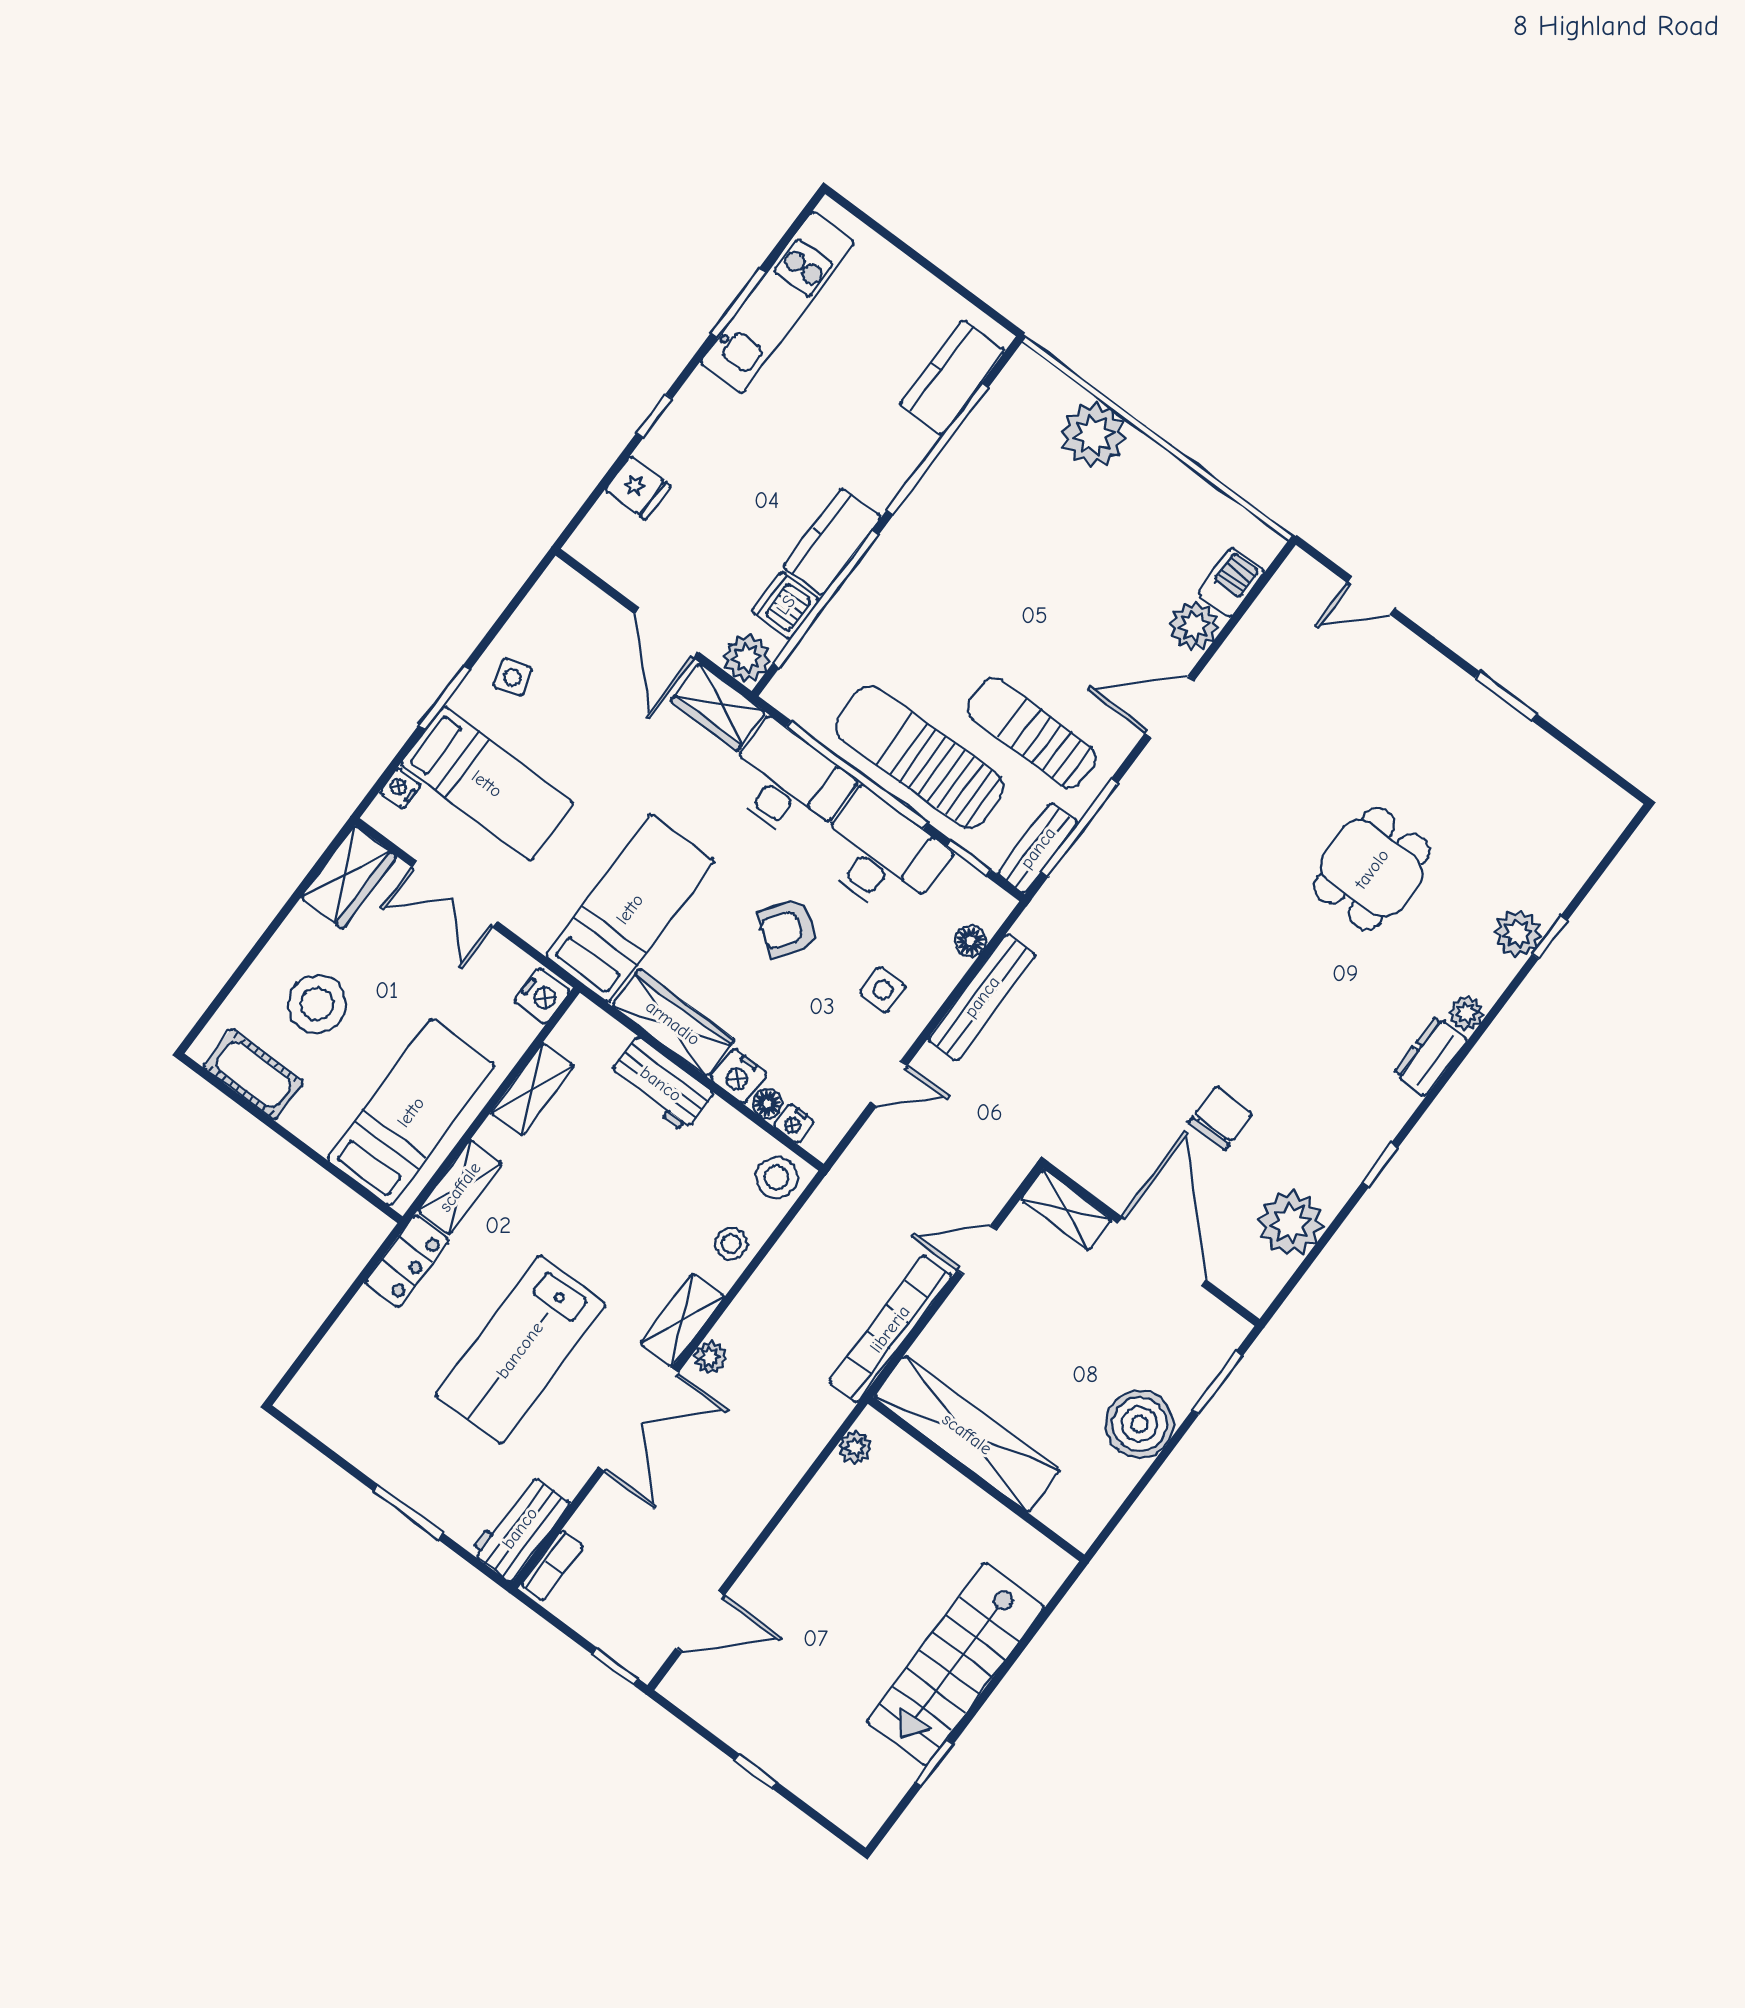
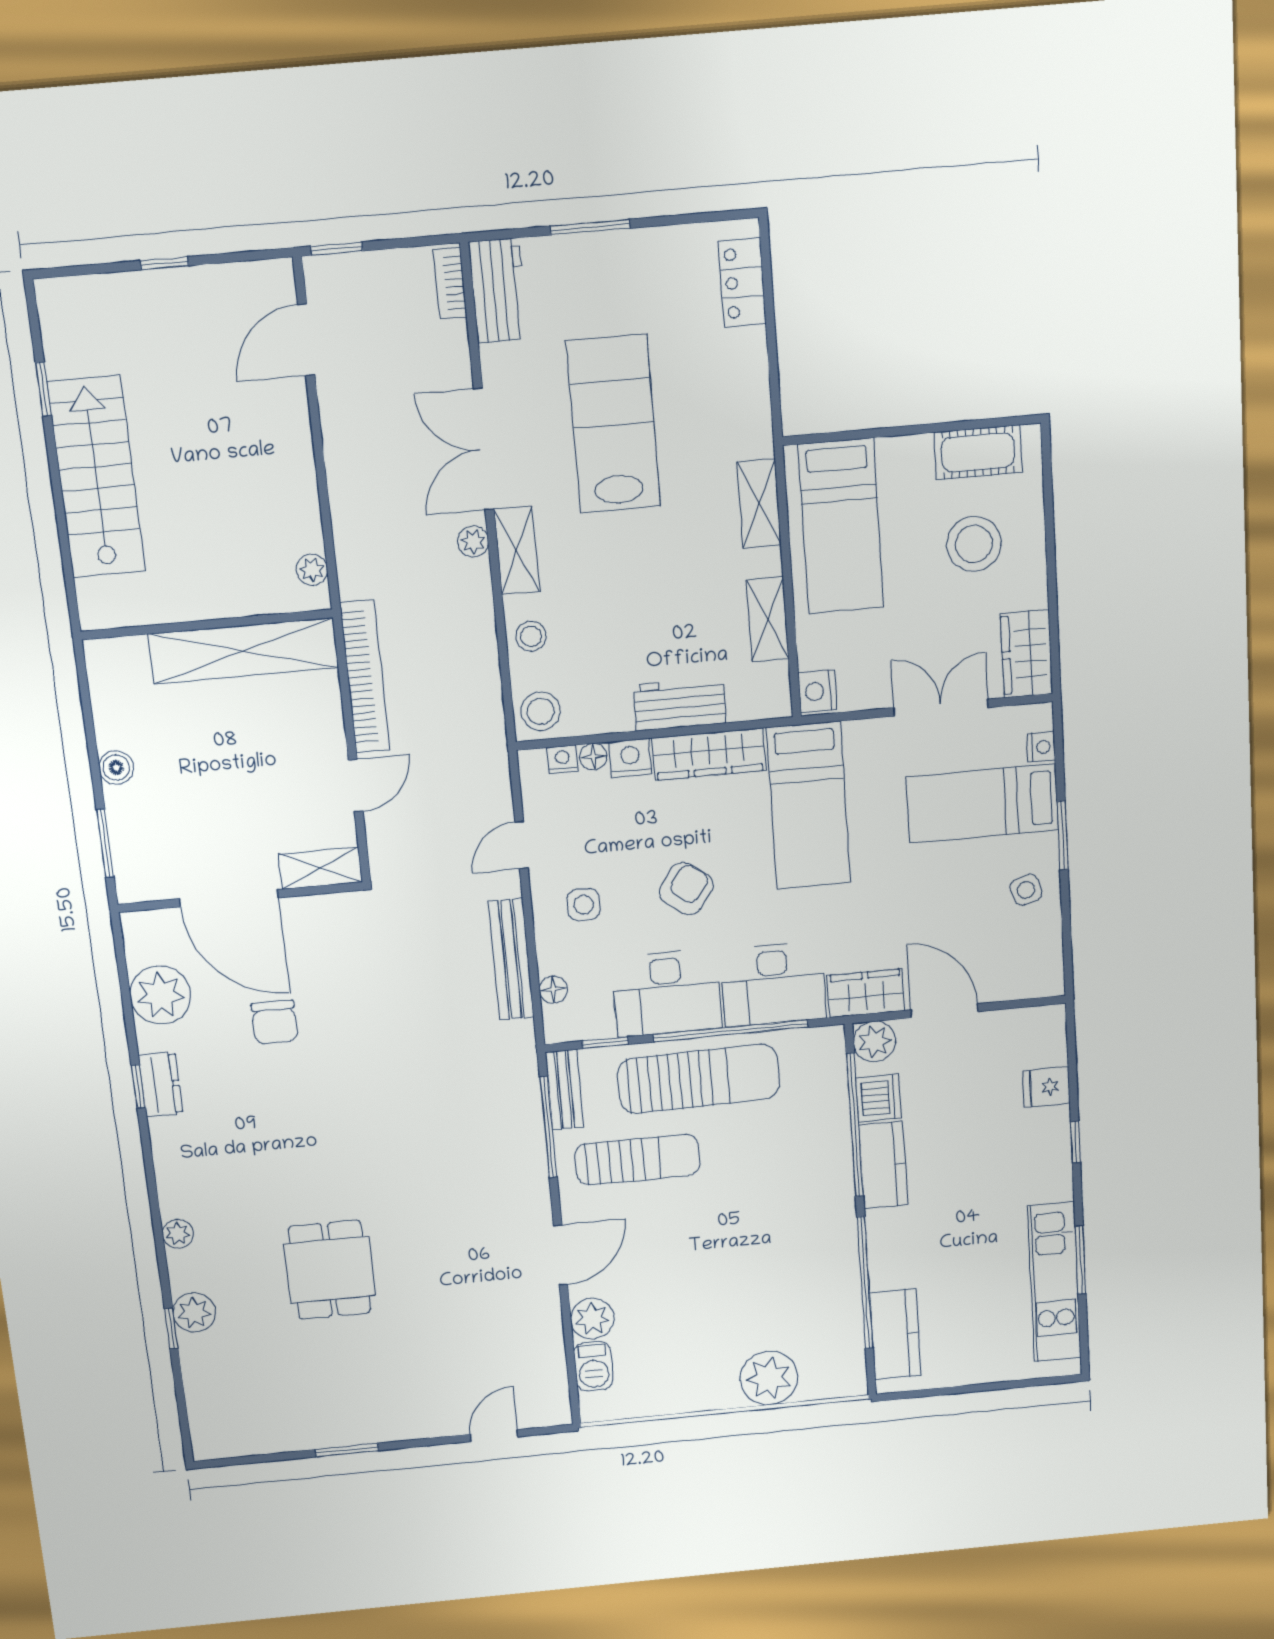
dresser: (1431, 1056) -> (161, 1085), moved
locker: (407, 1261) -> (742, 283), moved
boiler: (1139, 1424) -> (116, 768), width x0.54, depth x0.54

